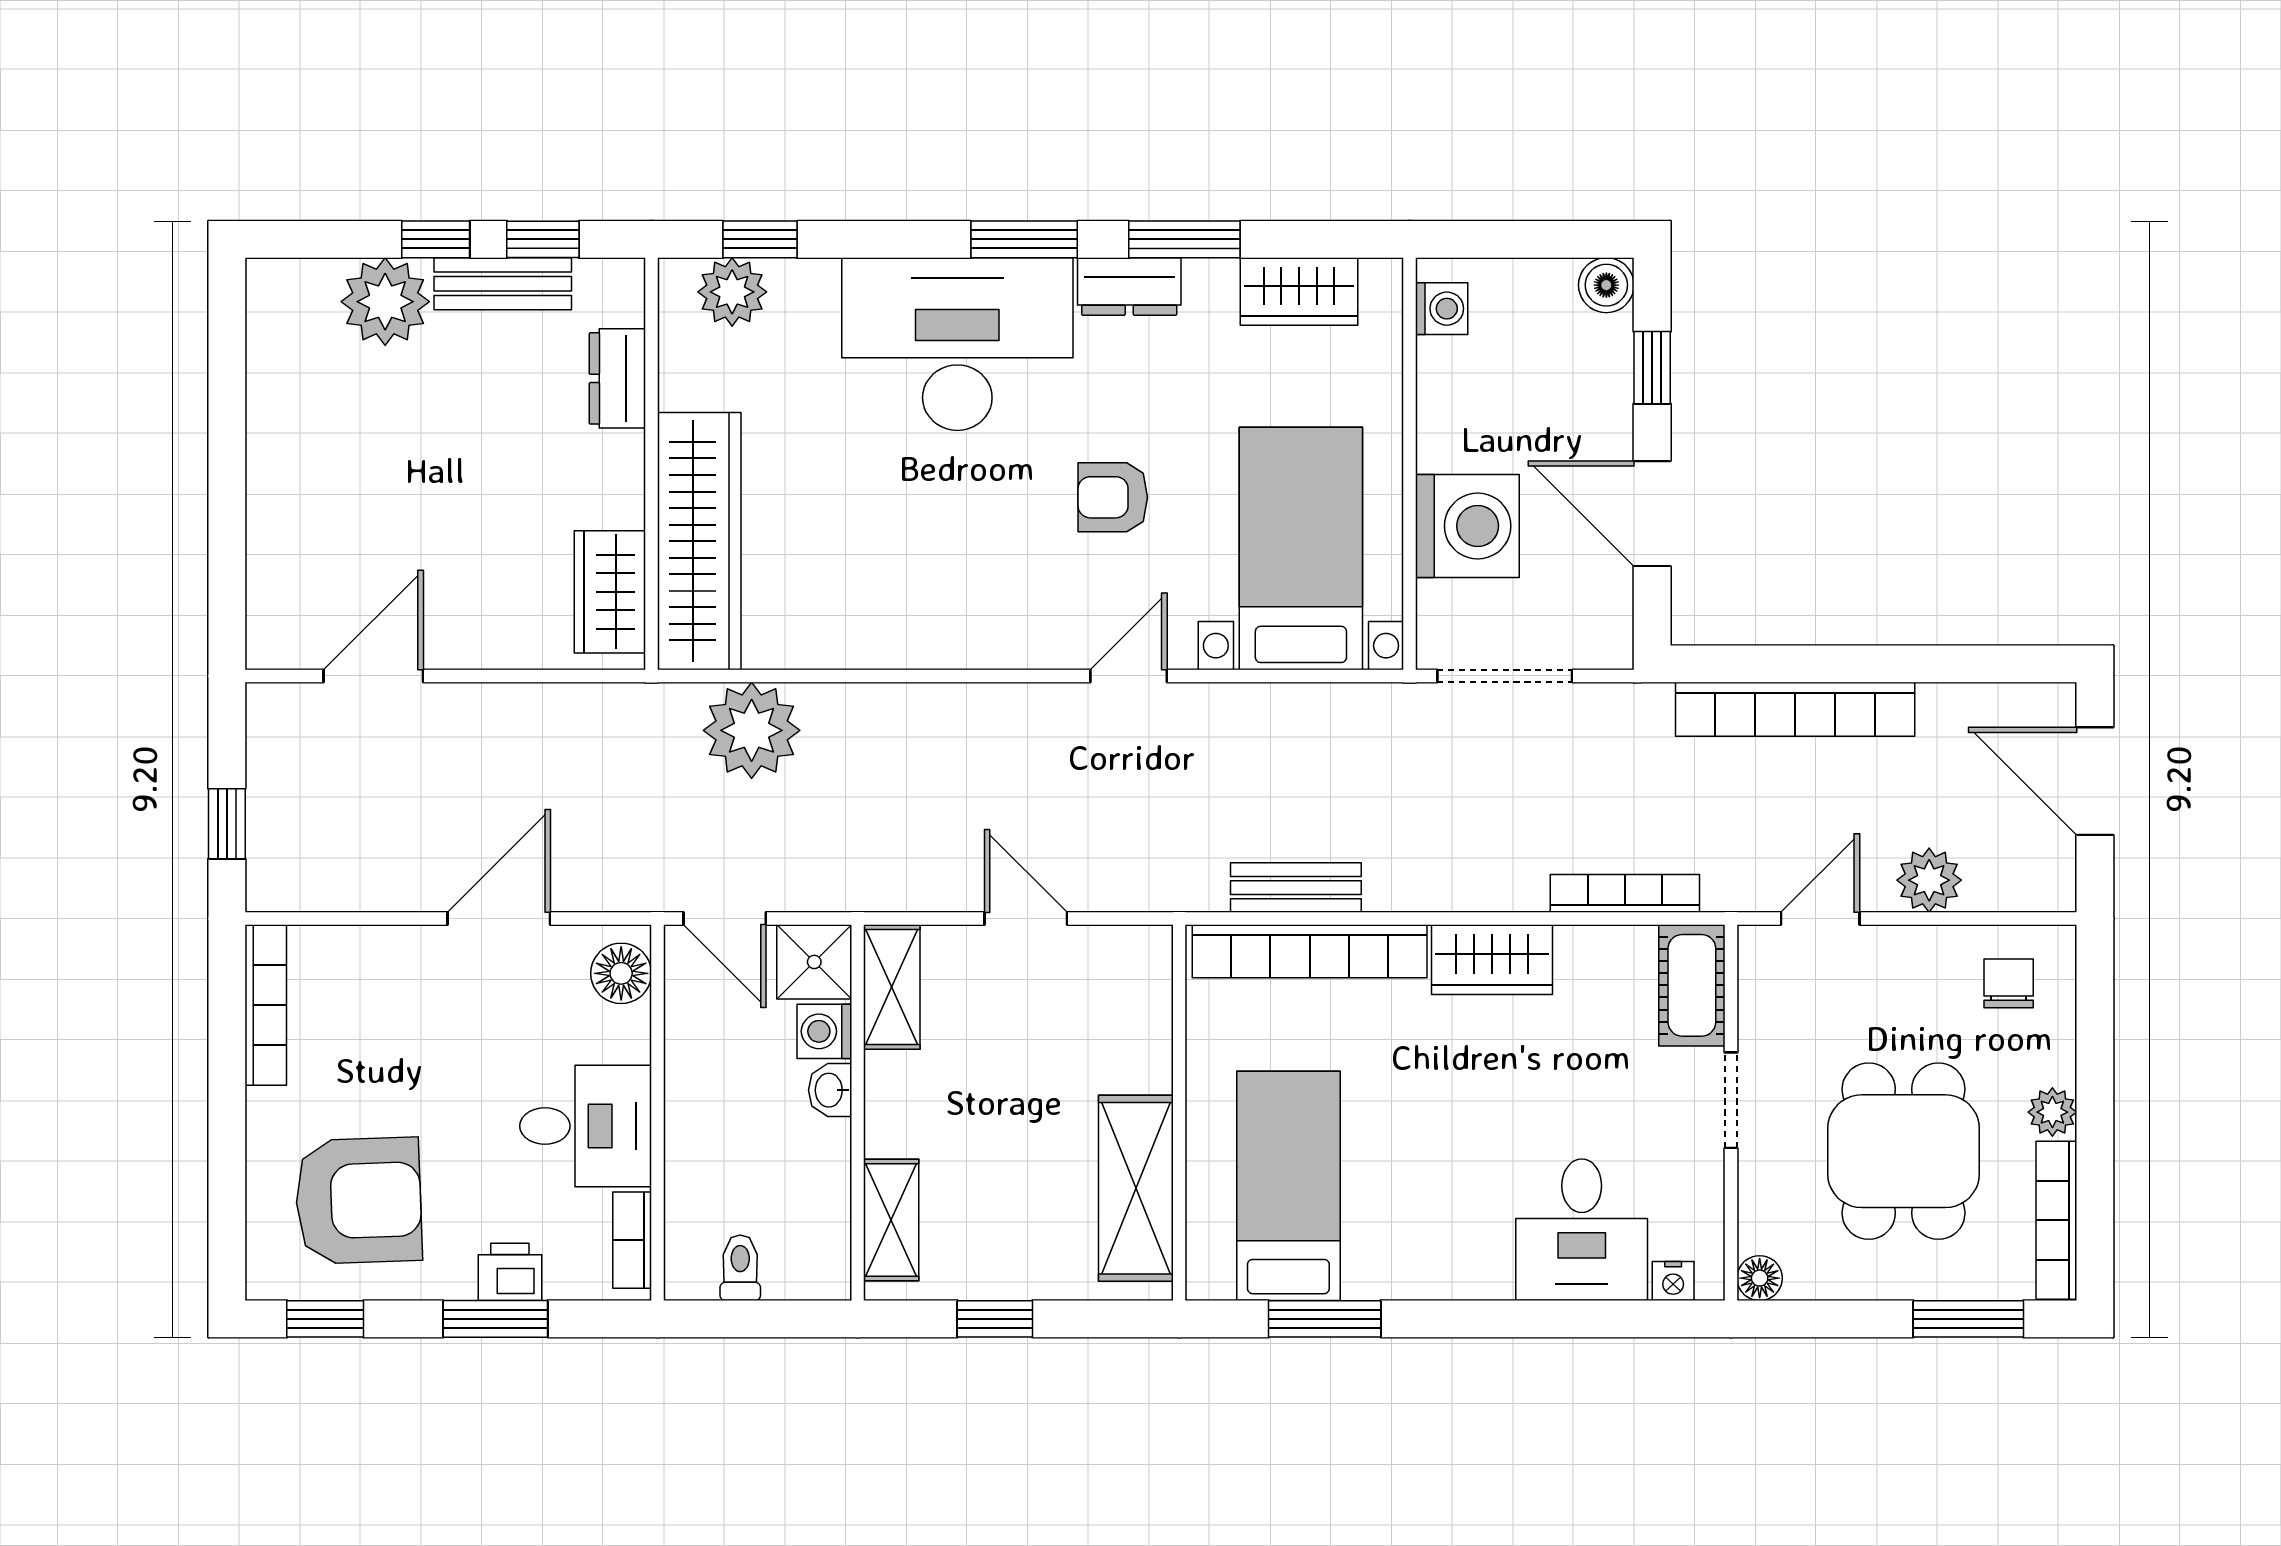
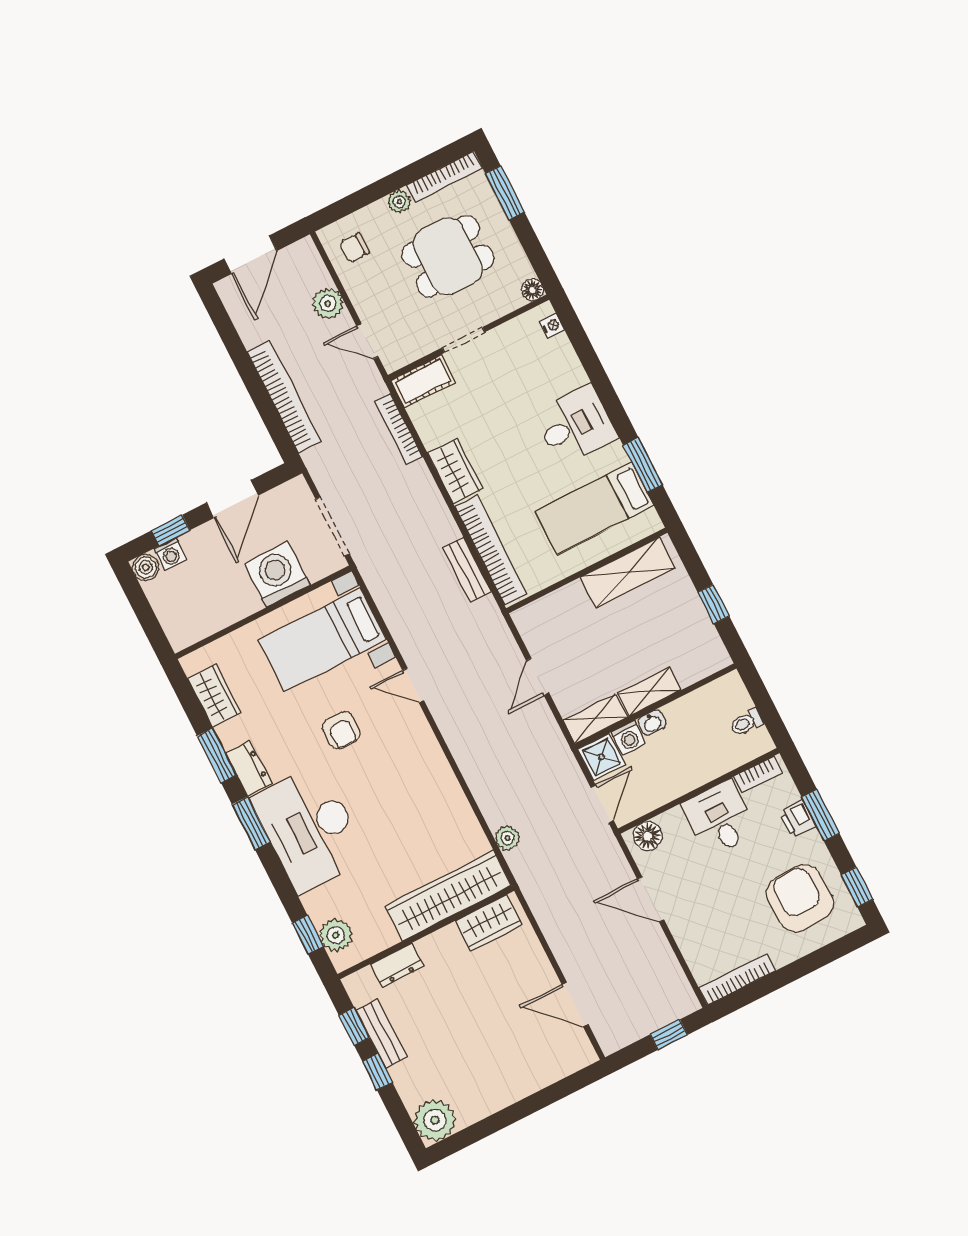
plant: (385, 302) -> (435, 1120), moved
washing machine: (1442, 309) -> (170, 554), moved, turned 180
plant: (752, 730) -> (507, 838), width x0.53, depth x0.53
shelving: (891, 1220) -> (650, 692), moved
desk: (1582, 1230) -> (575, 425), moved

